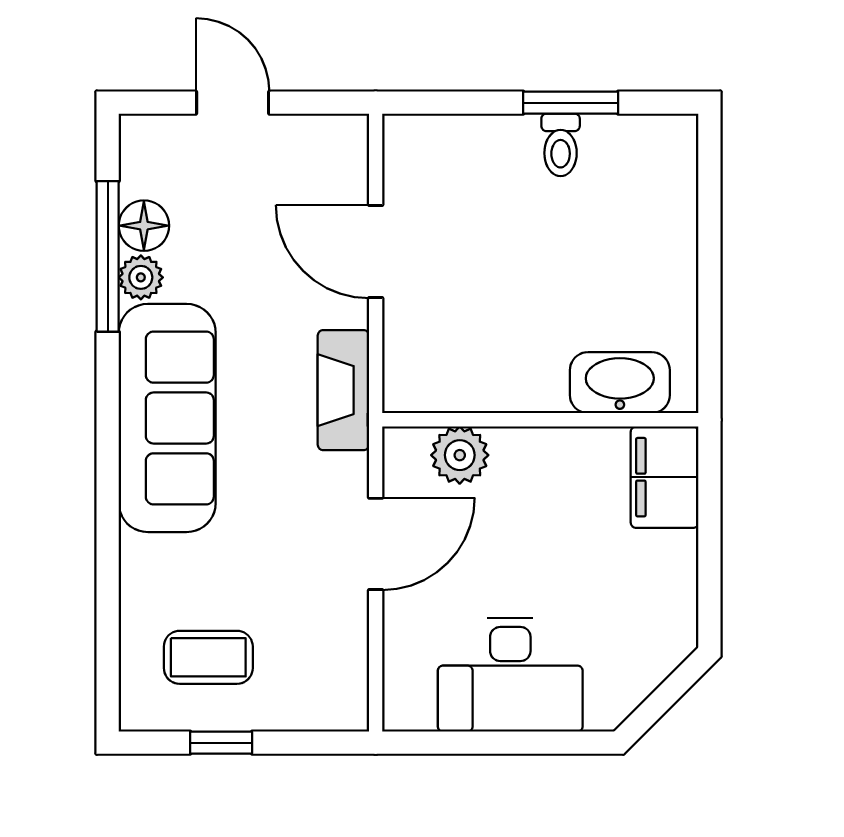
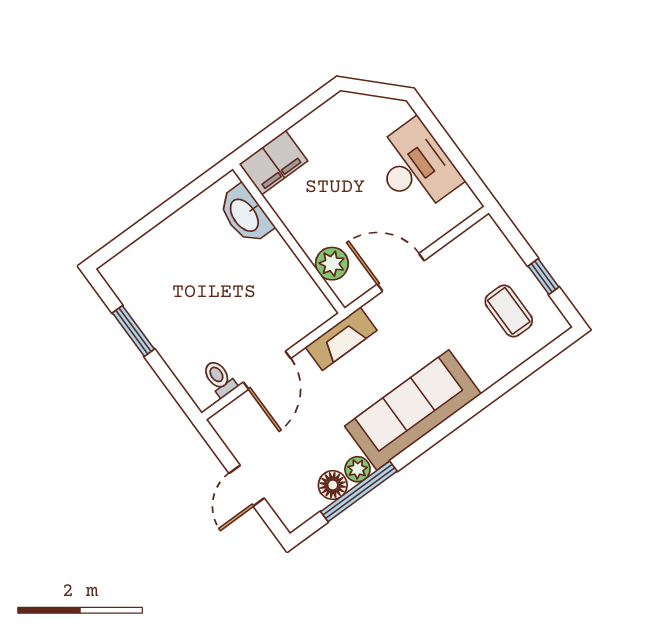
toilet: (561, 145) -> (219, 378), moved, turned -90

